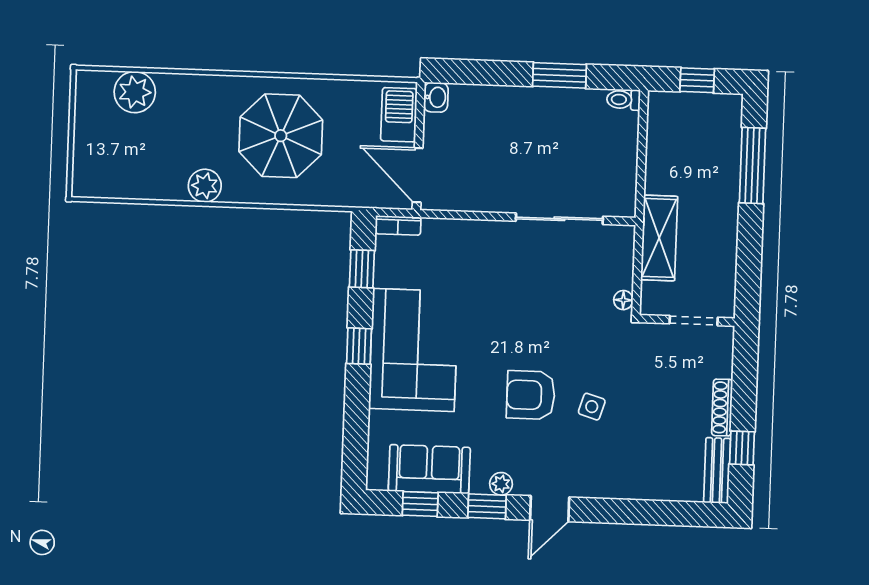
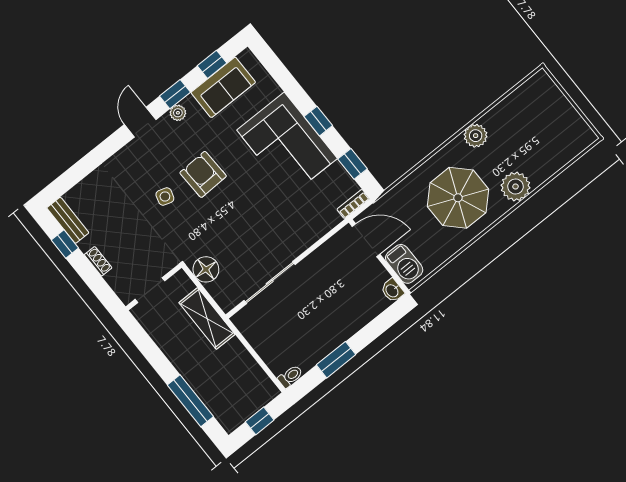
plant: (135, 92) -> (516, 186), moved
floor lamp: (623, 300) -> (206, 269), width x1.89, depth x1.89
armchair: (531, 395) -> (203, 174), turned -92
shoe rack: (722, 407) -> (98, 261), width x0.70

